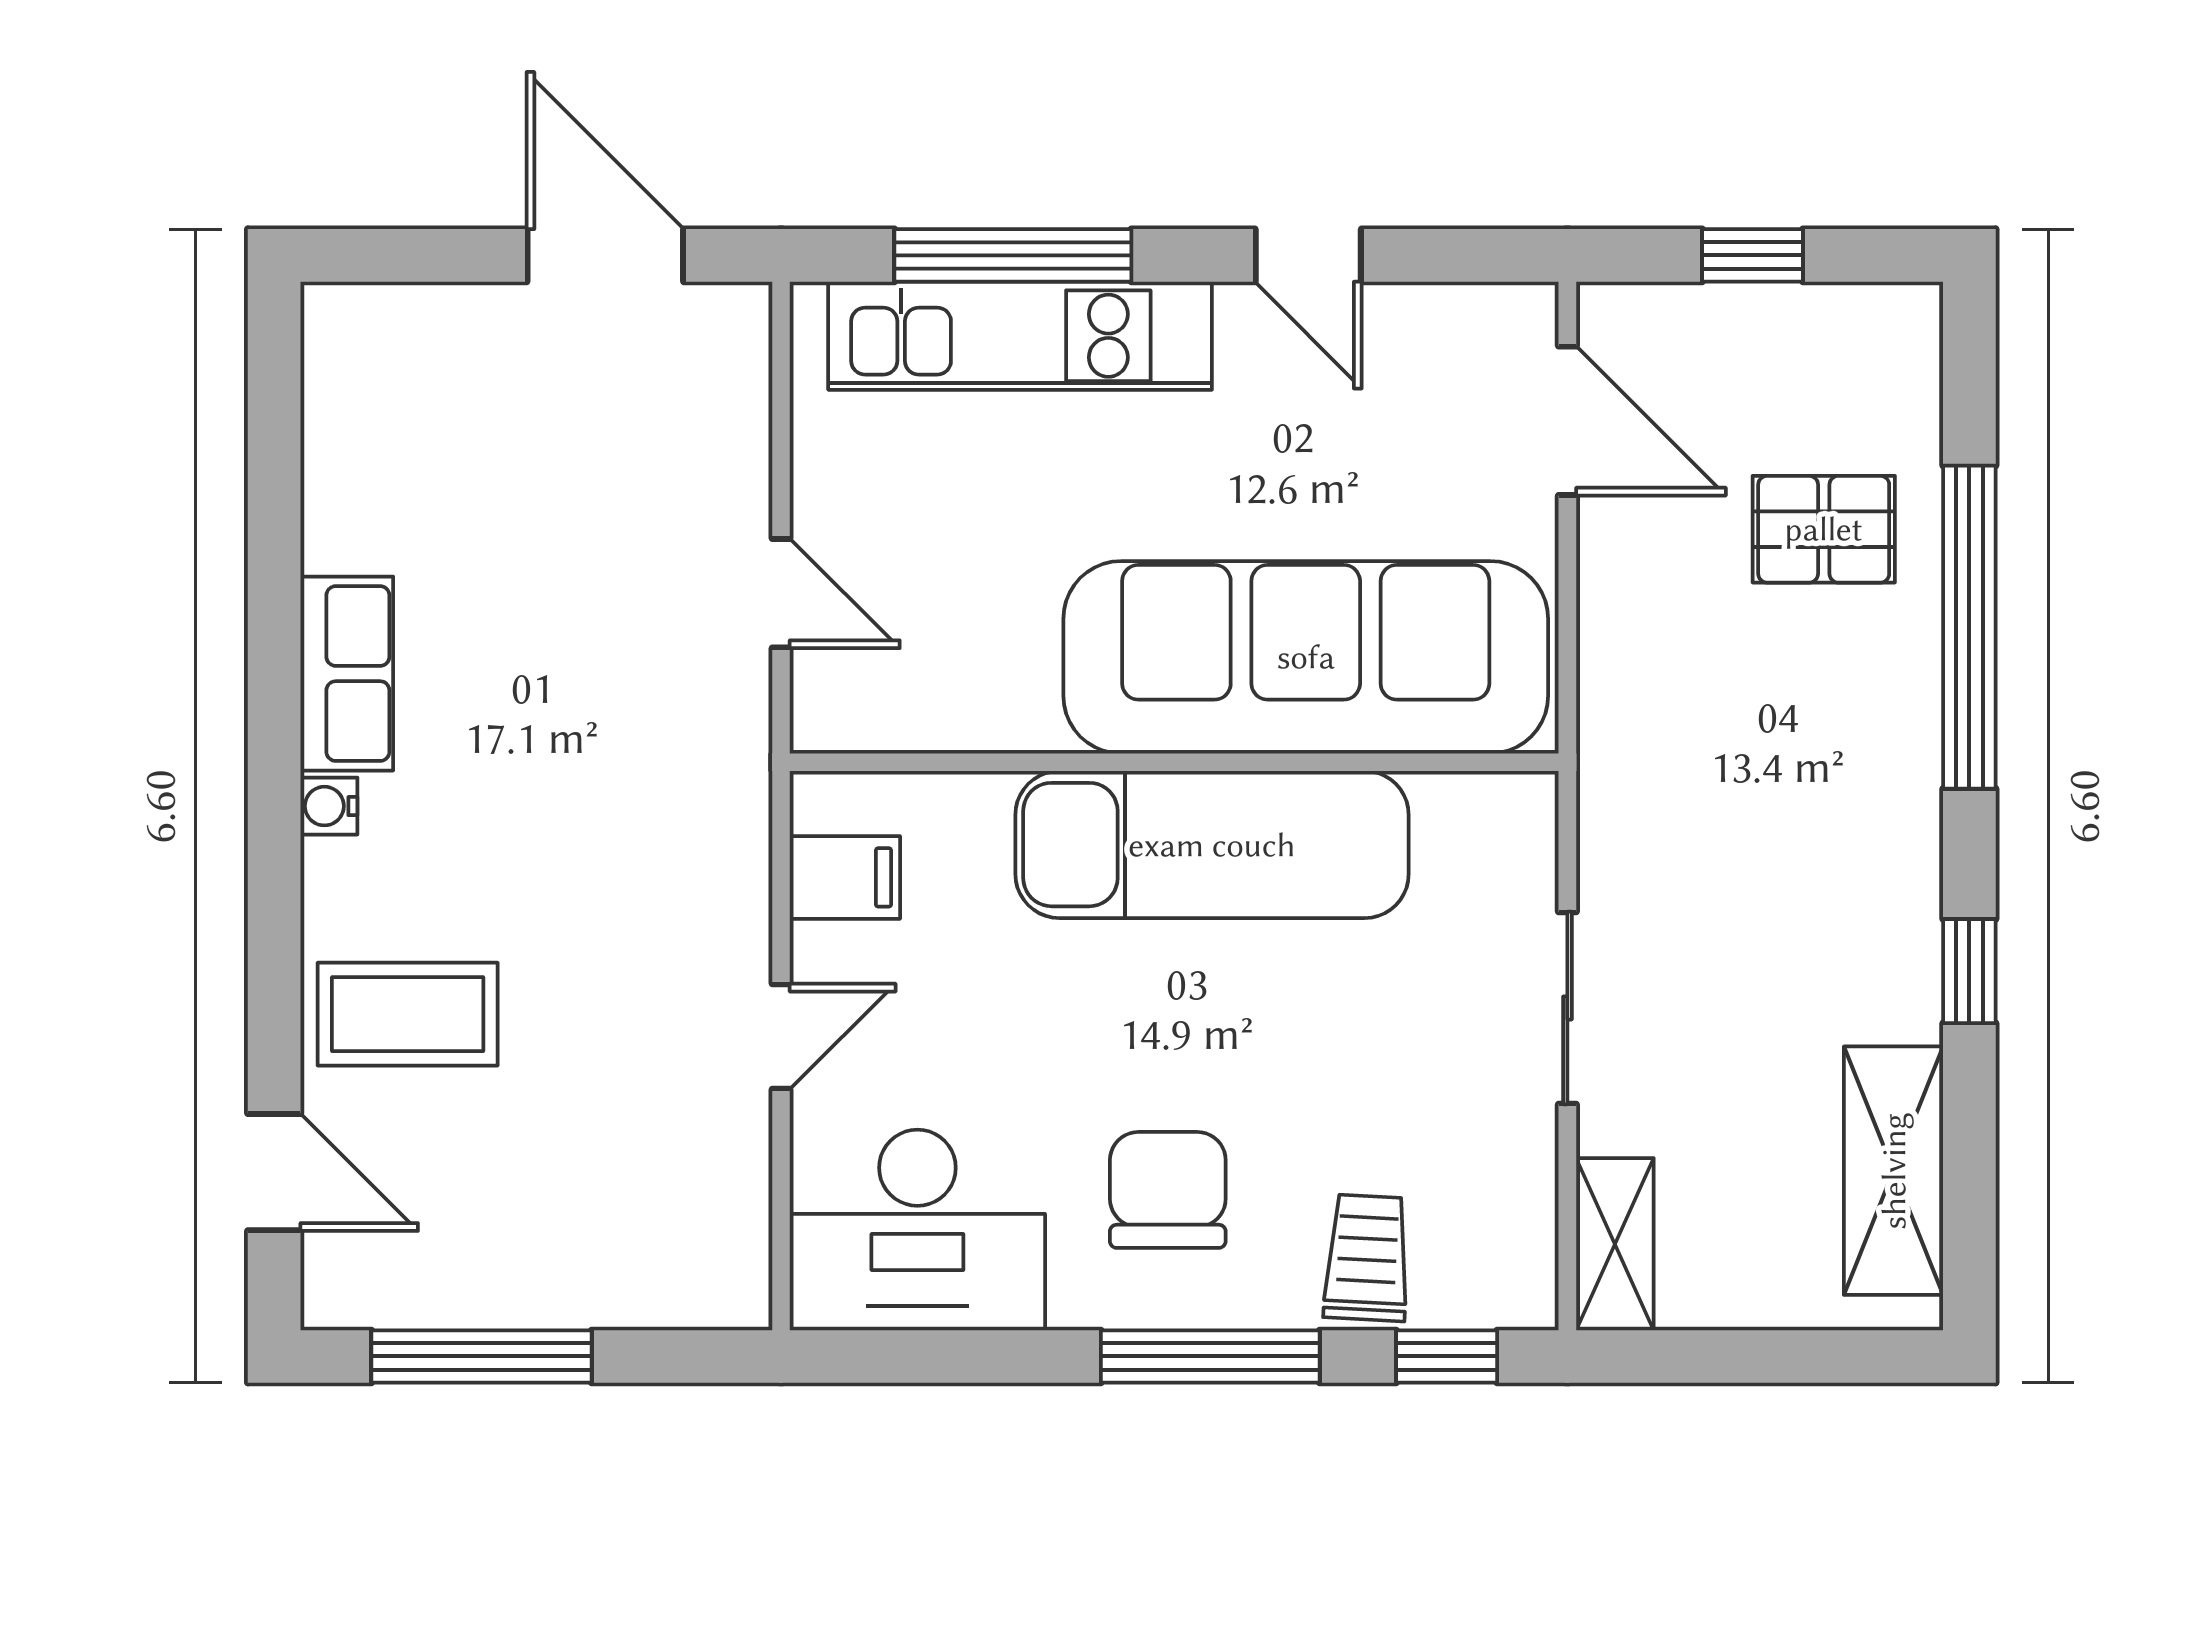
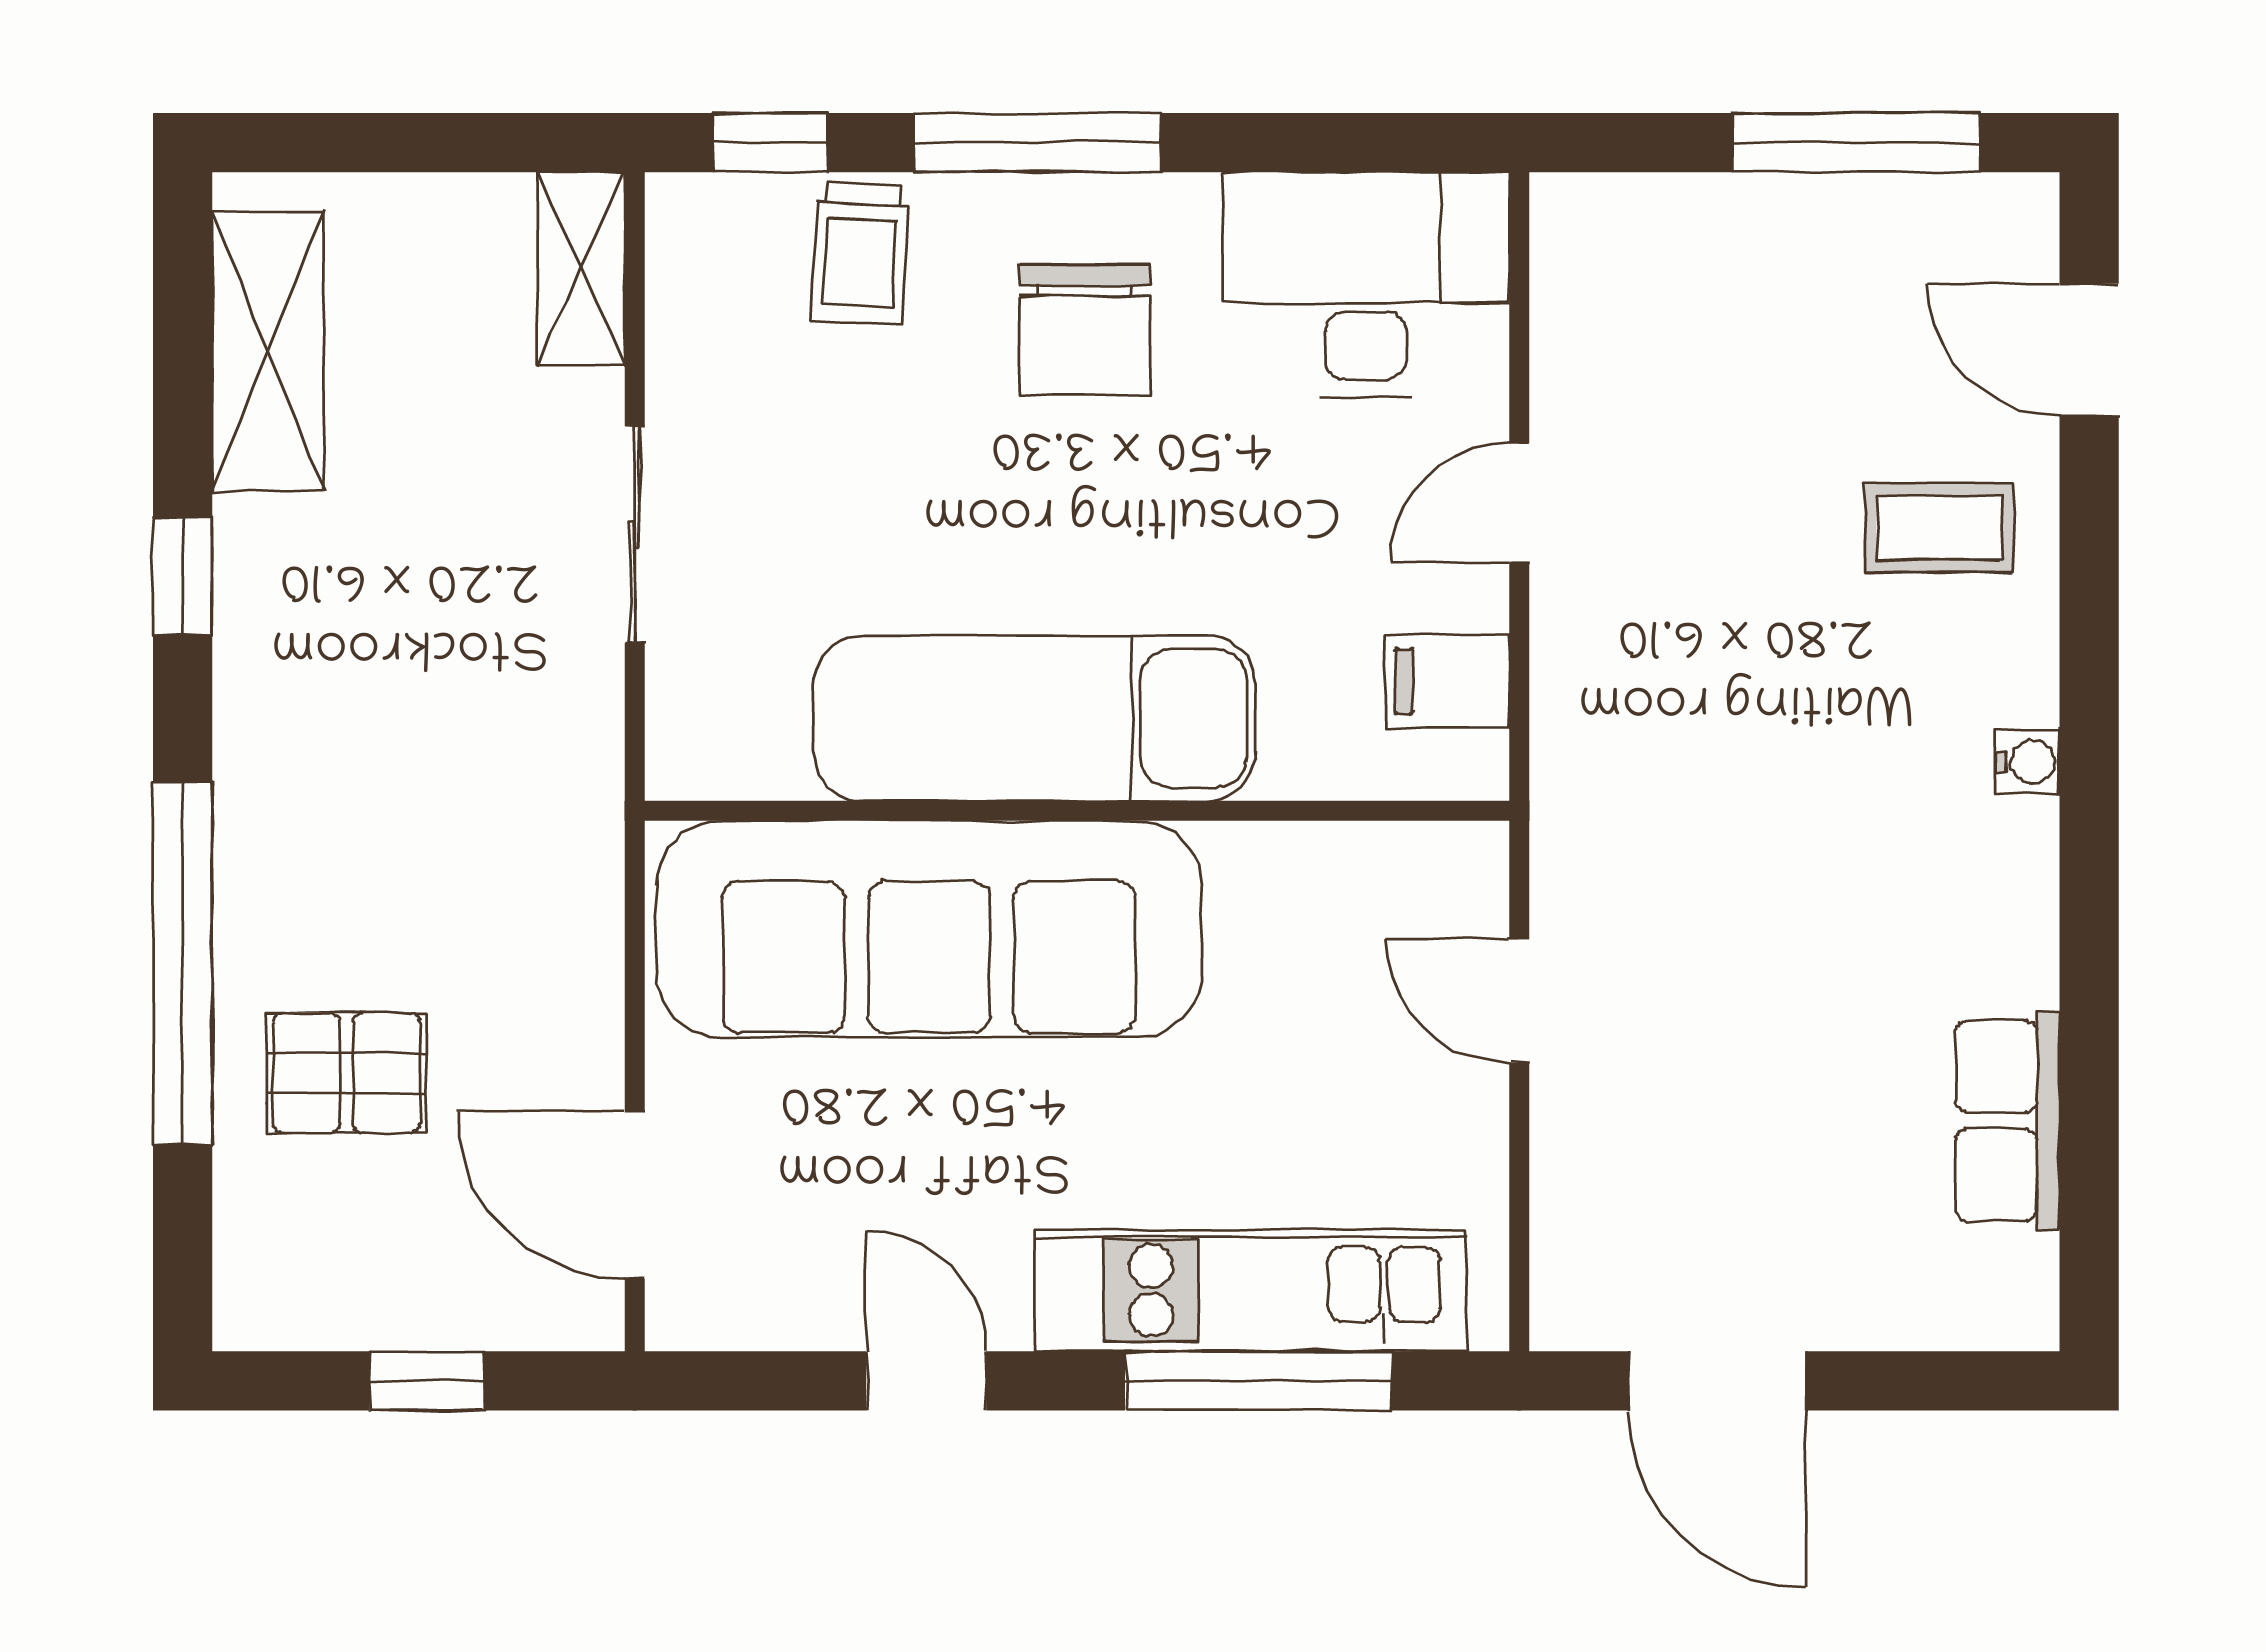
row of seats: (347, 674) -> (2008, 1120), moved
coffee table: (408, 1014) -> (1939, 528), width x0.73, depth x0.77

